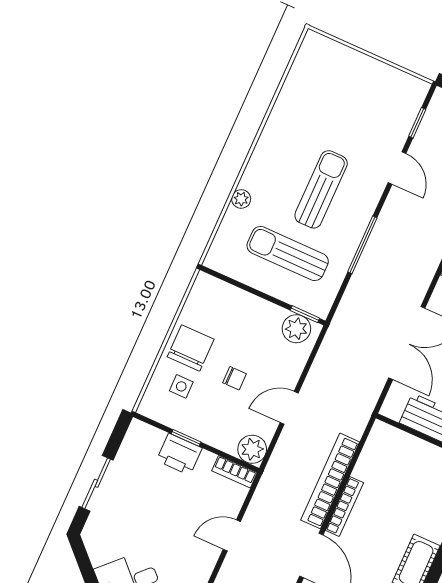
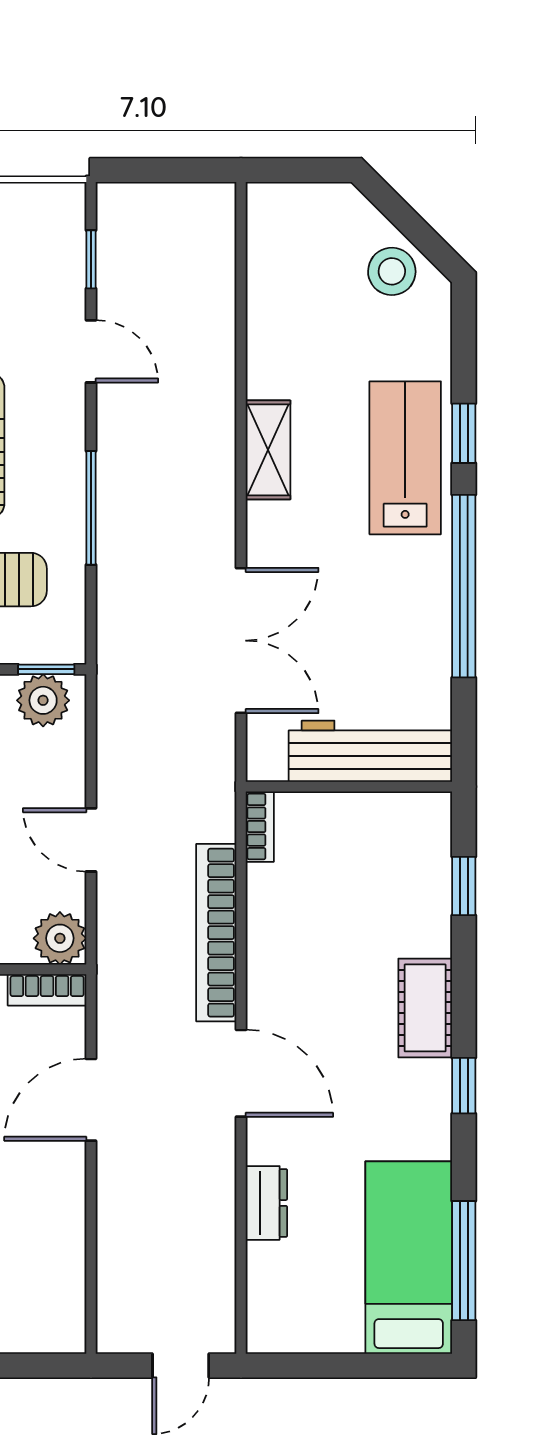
door: (289, 408) -> (91, 840), hinge flipped
bookcase: (344, 507) -> (260, 827), moved, width x0.64
door: (232, 535) -> (91, 1100), width x1.38

